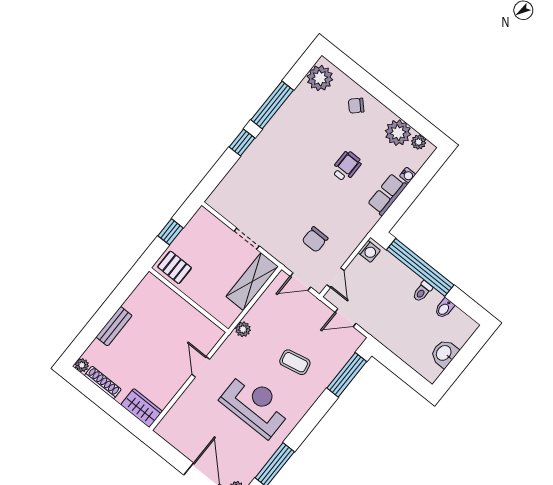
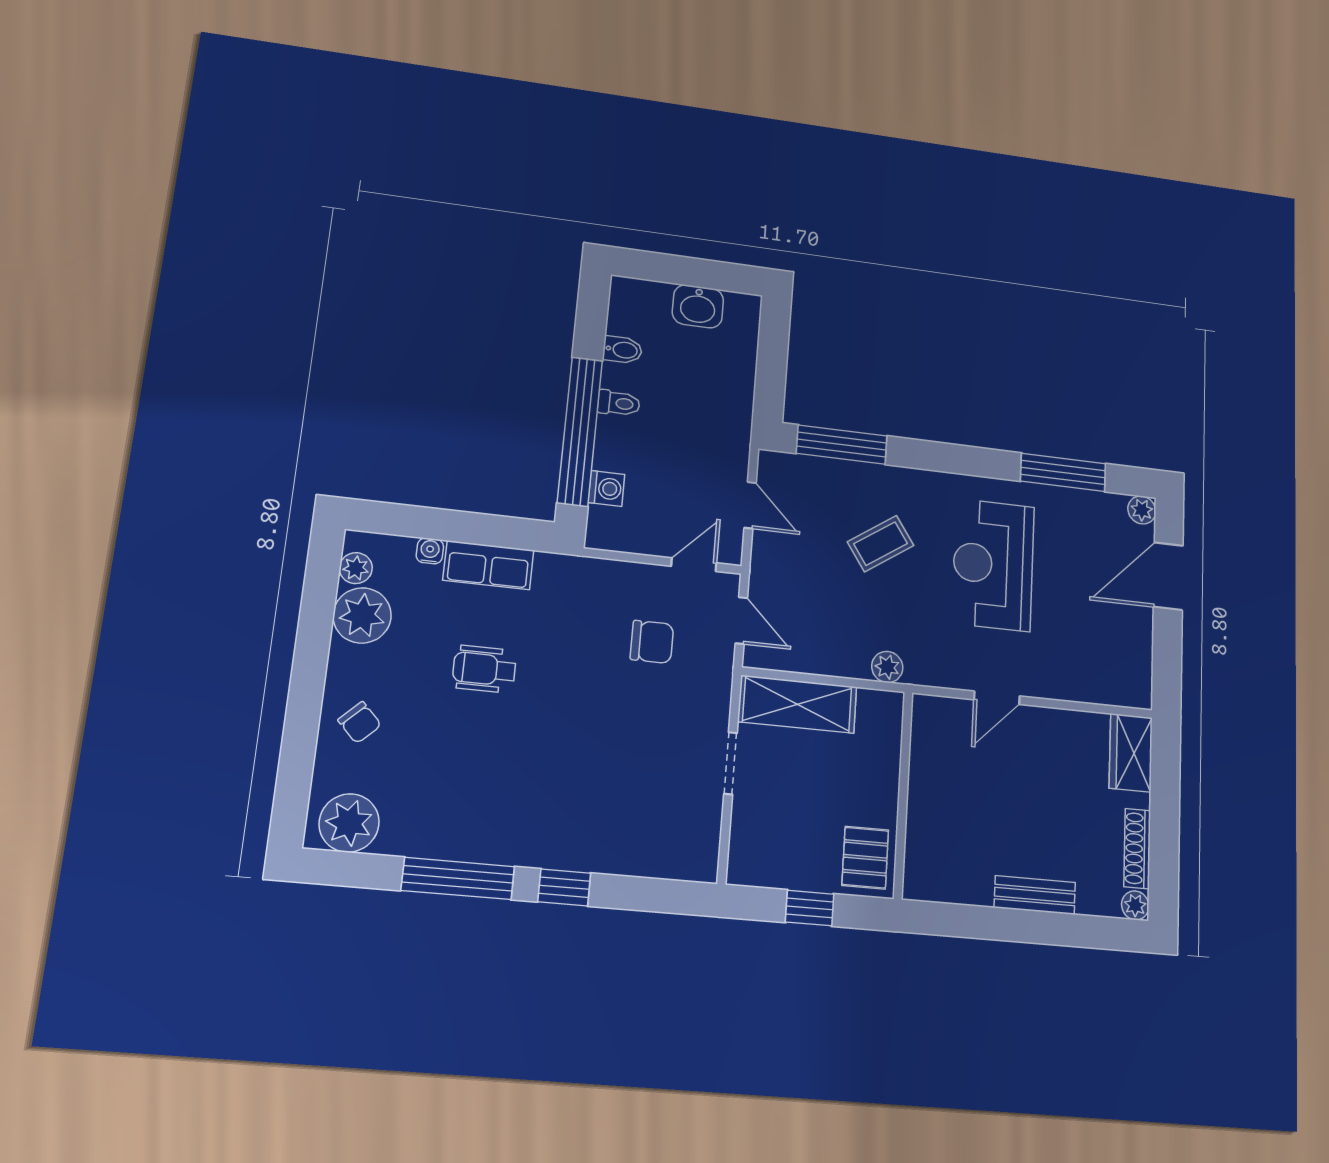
washing machine: (369, 251) -> (606, 488), moved, turned 90
coffee table: (295, 362) -> (881, 544), turned 68

